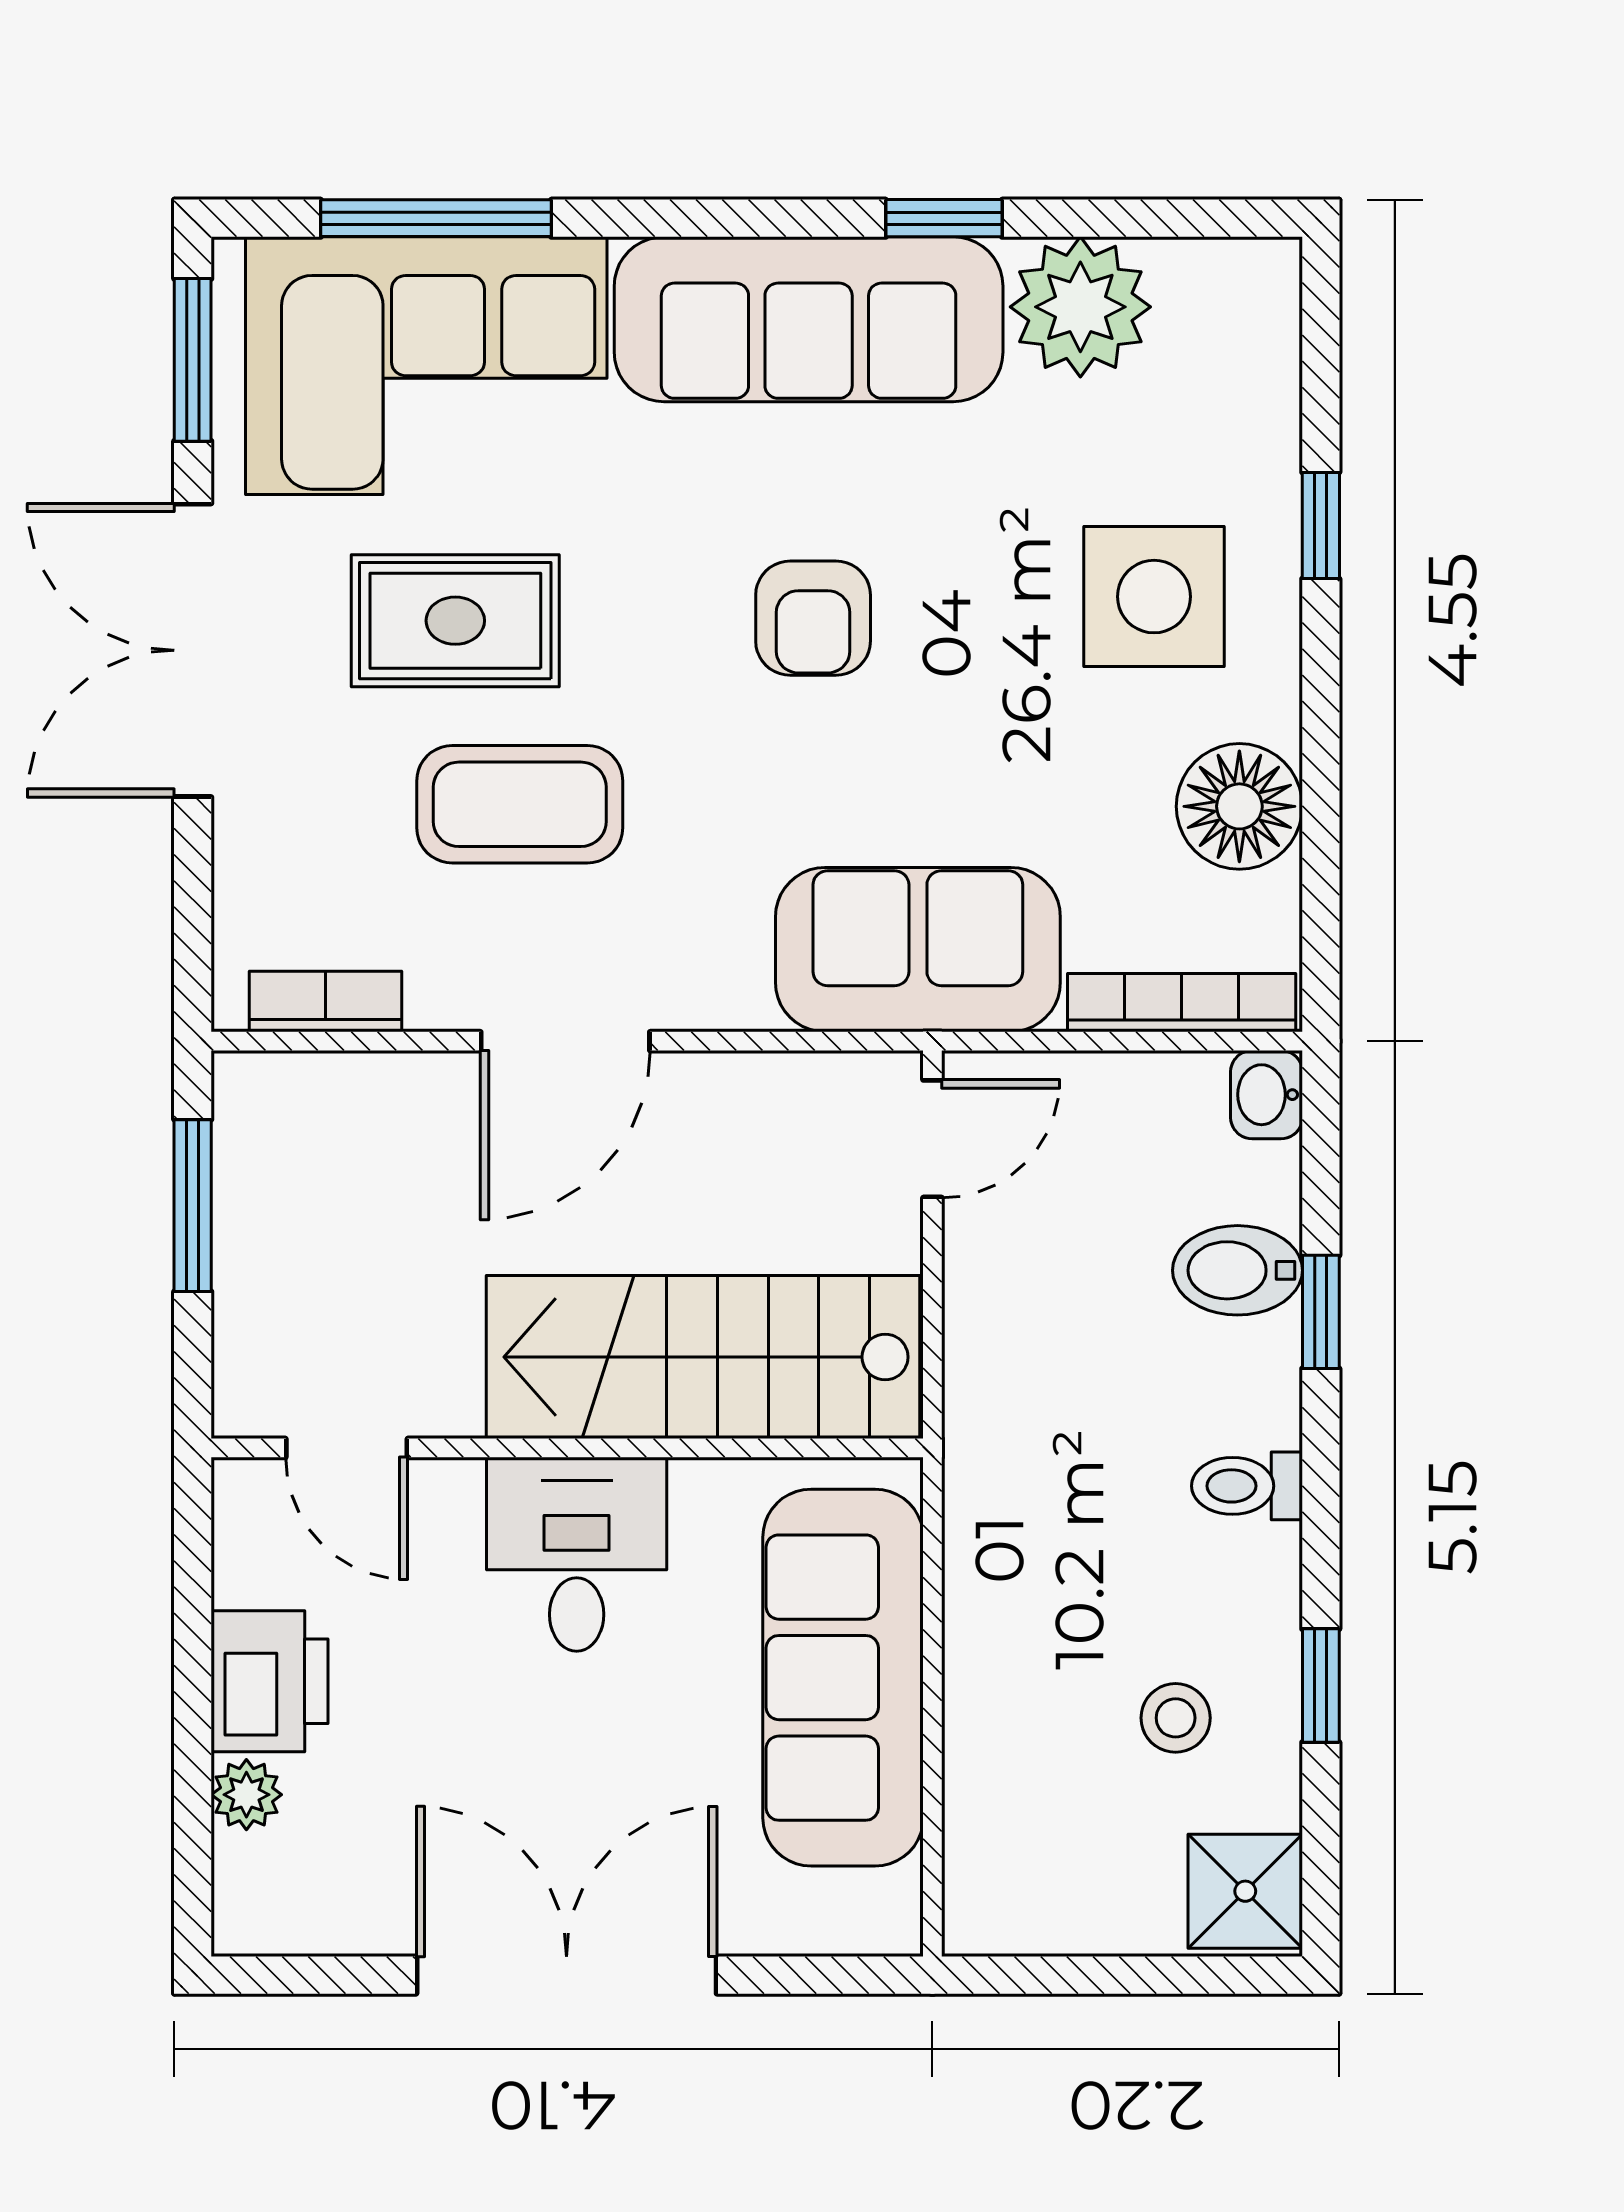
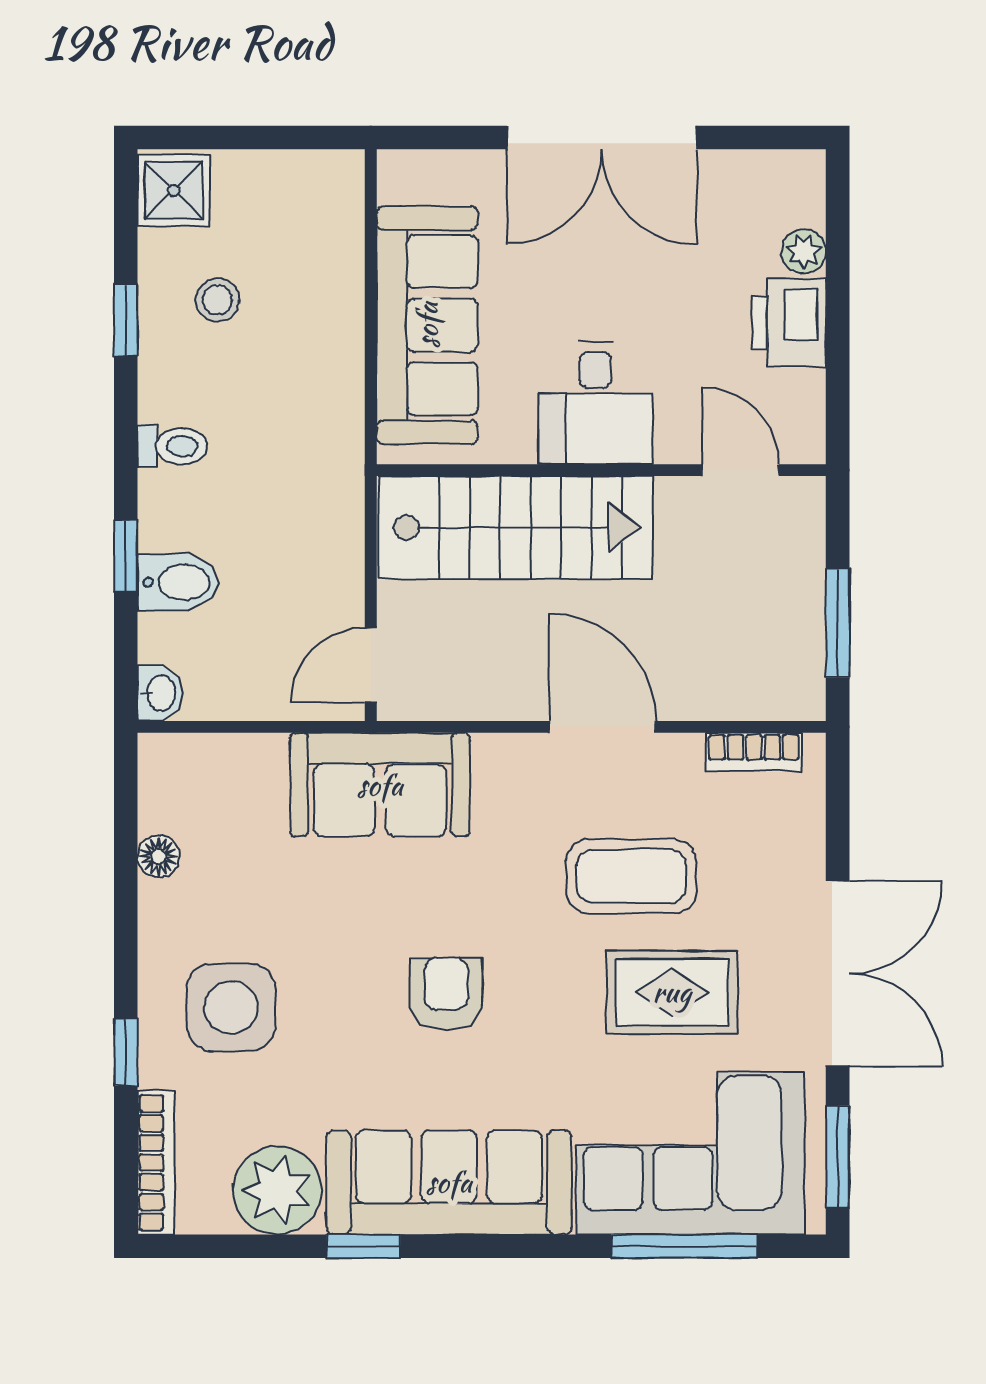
floor lamp: (1239, 806) -> (158, 856), width x0.53, depth x0.53
bookcase: (1182, 1003) -> (156, 1163), moved, turned -90
door: (565, 1041) -> (603, 727), hinge flipped

